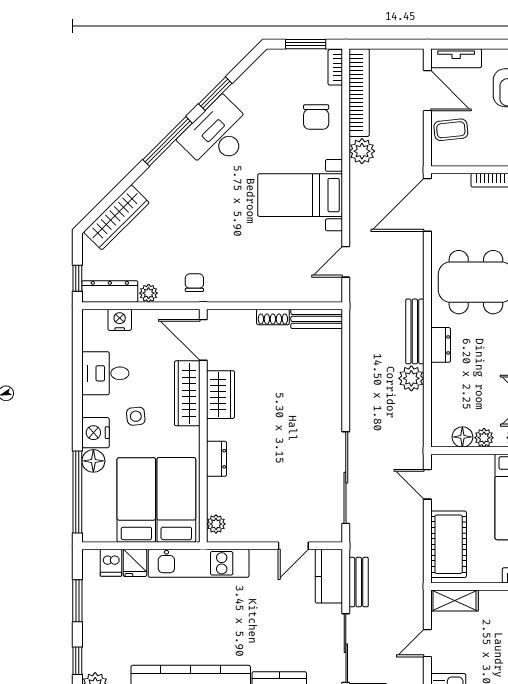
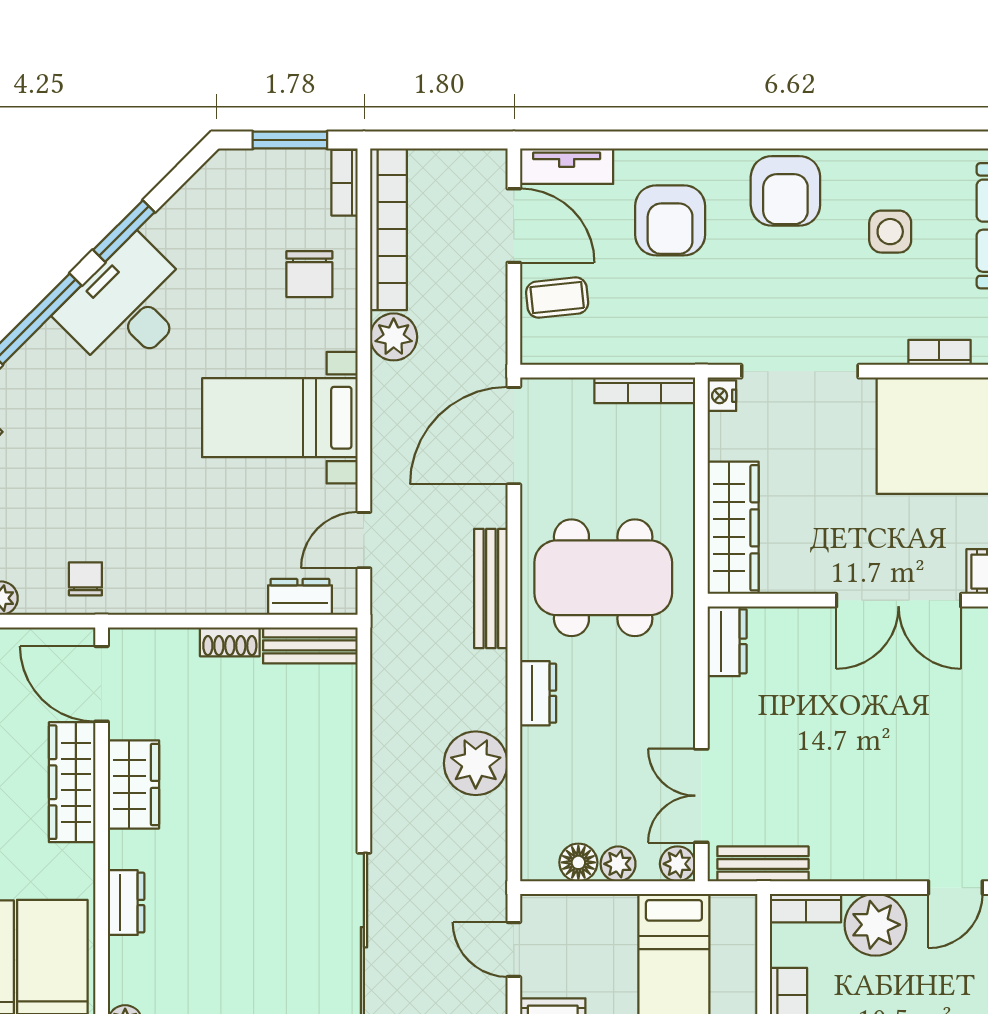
dresser: (311, 293) -> (300, 597), added
bench: (415, 331) -> (491, 588), moved
plant: (411, 378) -> (476, 763), width x1.36, depth x1.36

